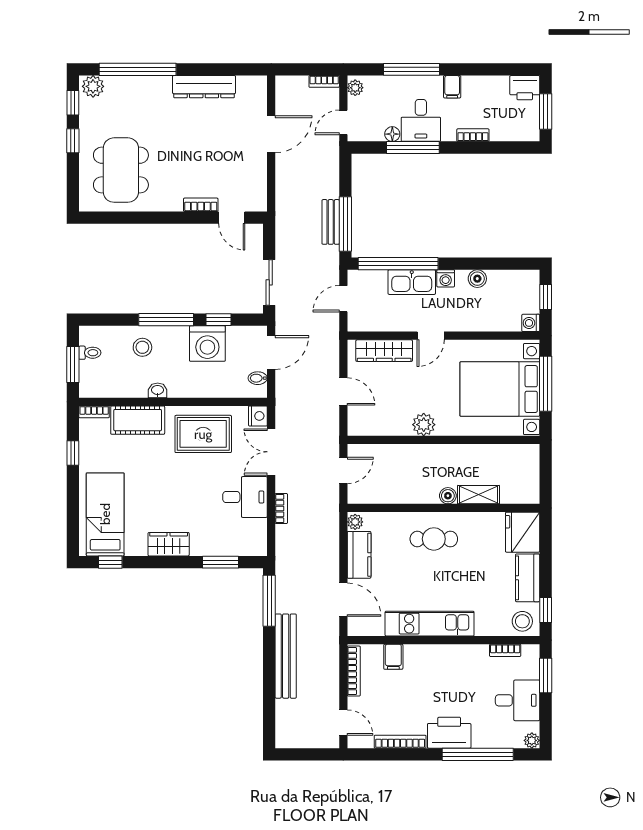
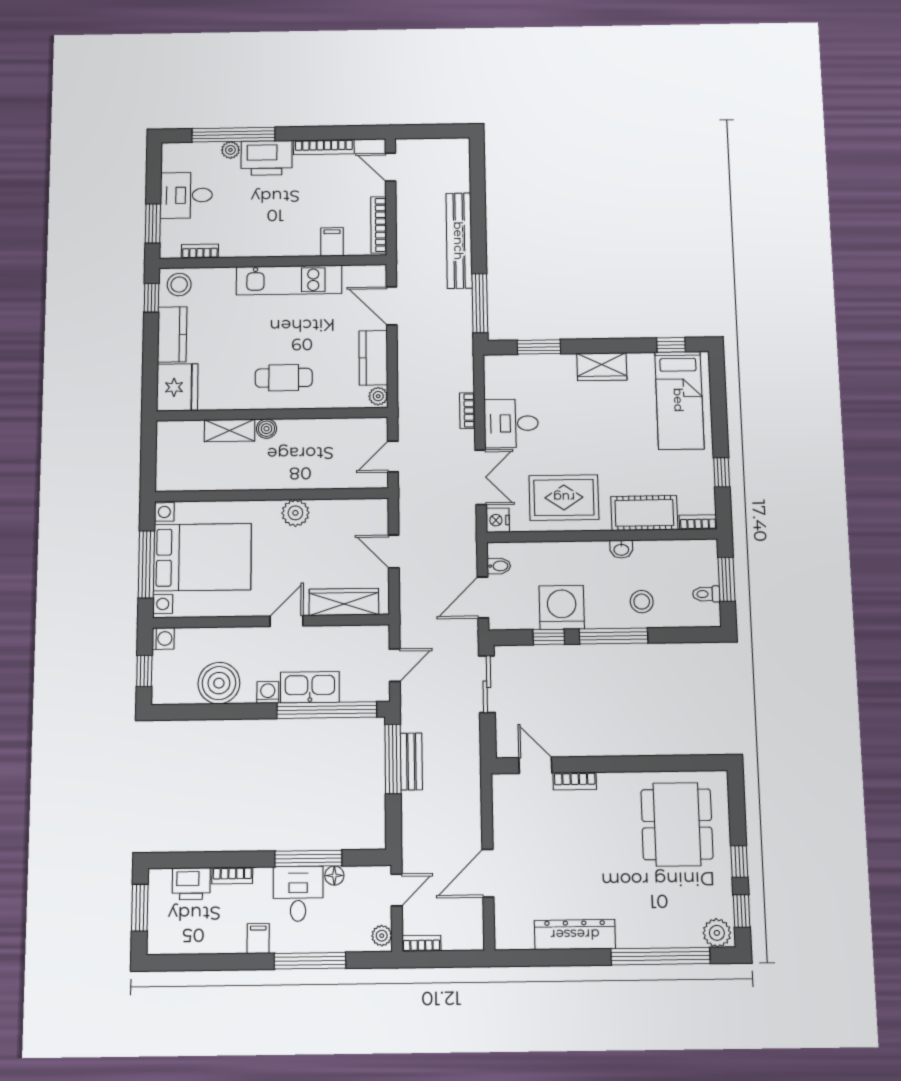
printer: (525, 88) -> (191, 884), moved, turned 180
boiler: (477, 279) -> (219, 683), width x1.86, depth x1.86
plant: (532, 740) -> (230, 150), moved

